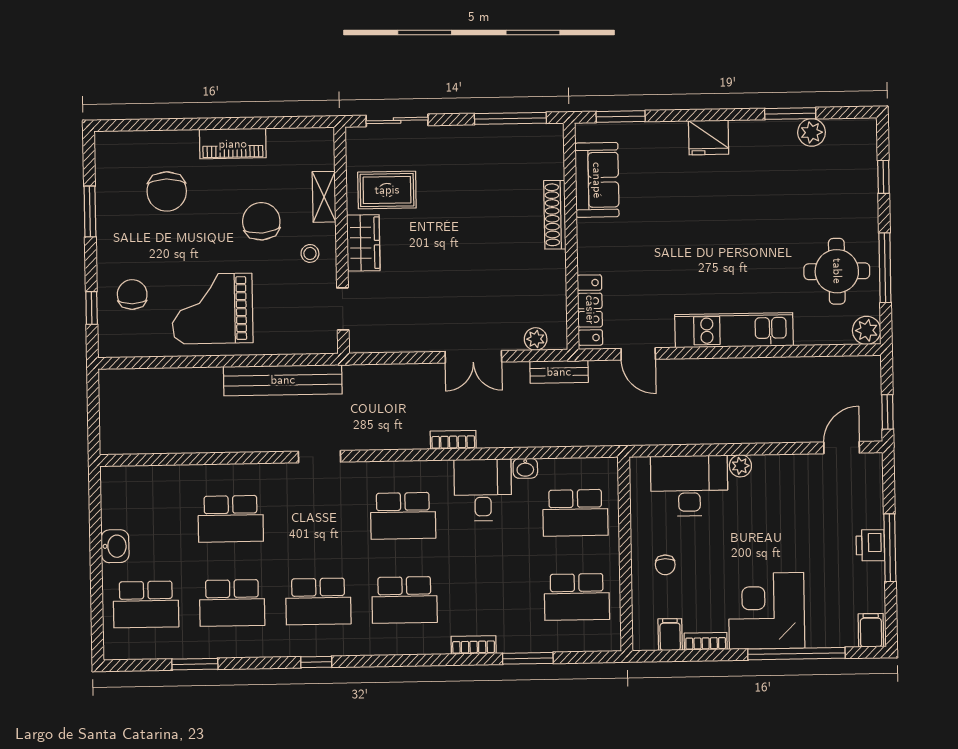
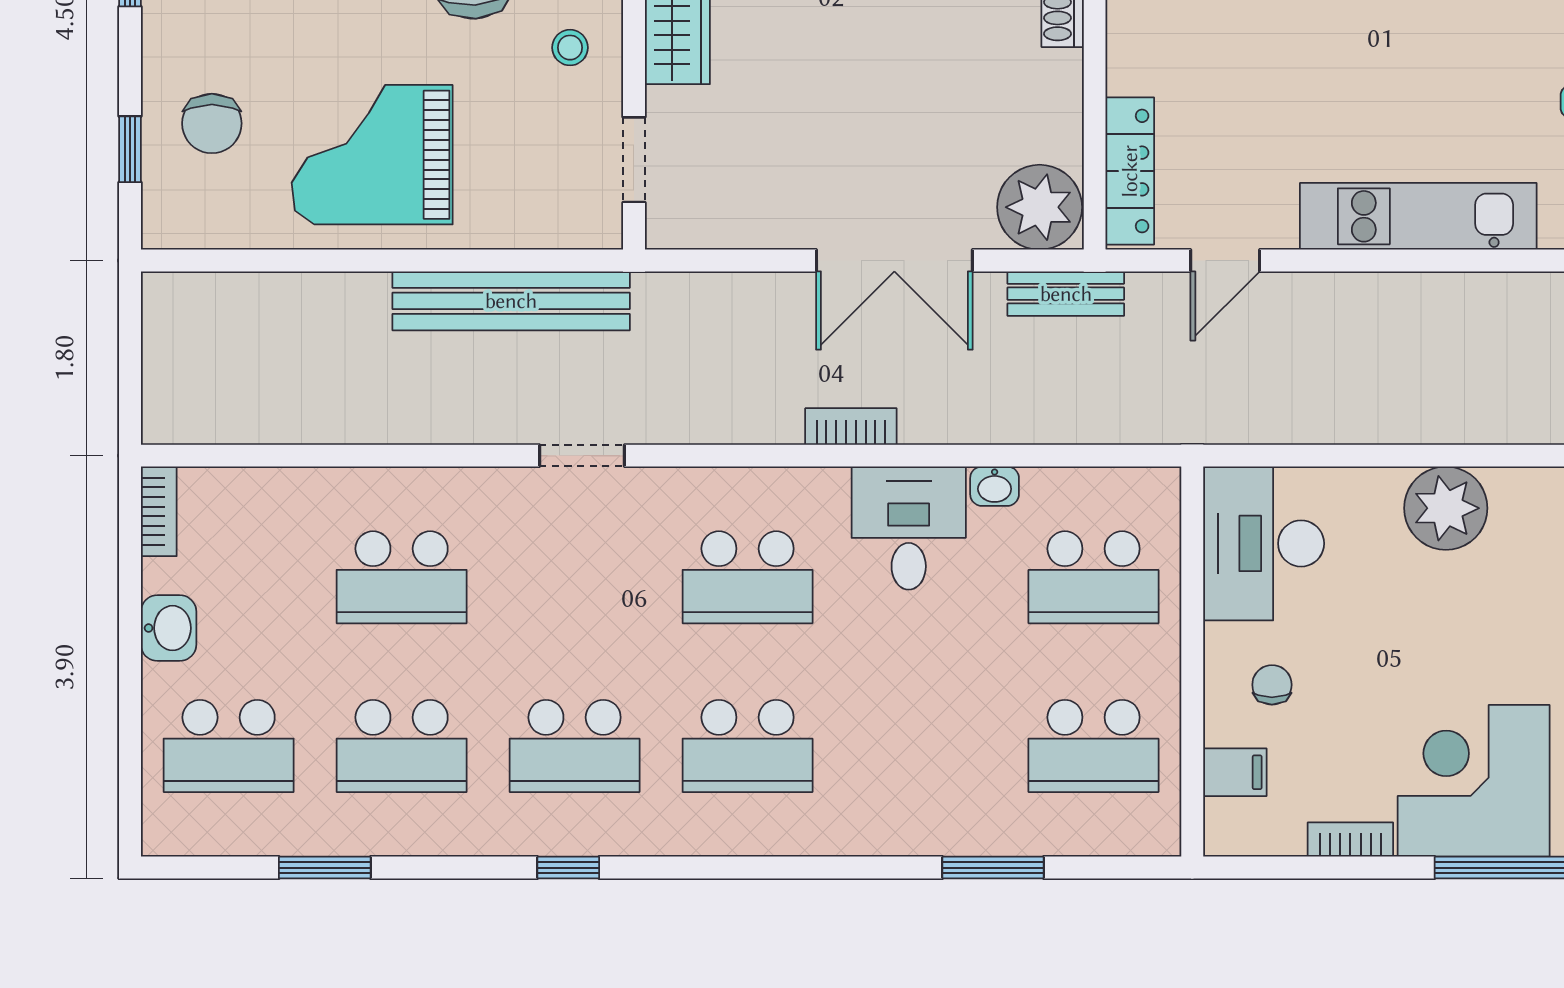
chair: (132, 294) -> (212, 123), turned 180
plant: (536, 339) -> (1040, 207), width x1.87, depth x1.87
door: (638, 354) -> (1225, 261), hinge flipped
double door: (473, 357) -> (894, 261), width x1.37
plant: (740, 466) -> (1446, 508), width x1.88, depth x1.88
desk: (689, 486) -> (1264, 543), moved, turned -90
chair: (665, 565) -> (1272, 685), turned 180
filing cabinet: (670, 635) -> (1235, 772), moved, turned 90
bookcase: (474, 645) -> (159, 511), moved, turned 90

